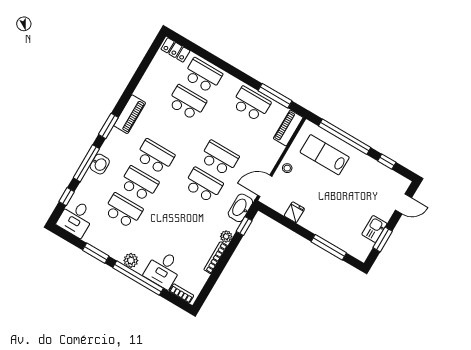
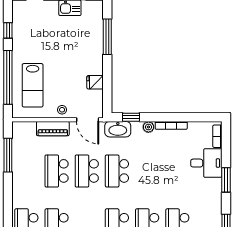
school desk: (251, 104) -> (57, 171), moved
piano: (288, 128) -> (53, 129), moved
plant: (131, 260) -> (215, 194), removed
window: (138, 278) -> (226, 180), width x0.47

